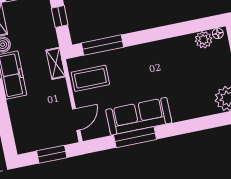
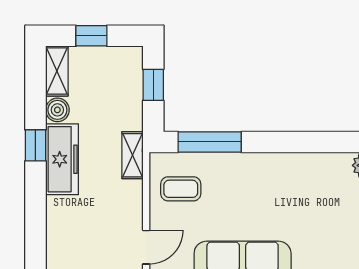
coffee table: (90, 78) -> (181, 189), width x0.73, depth x0.77

